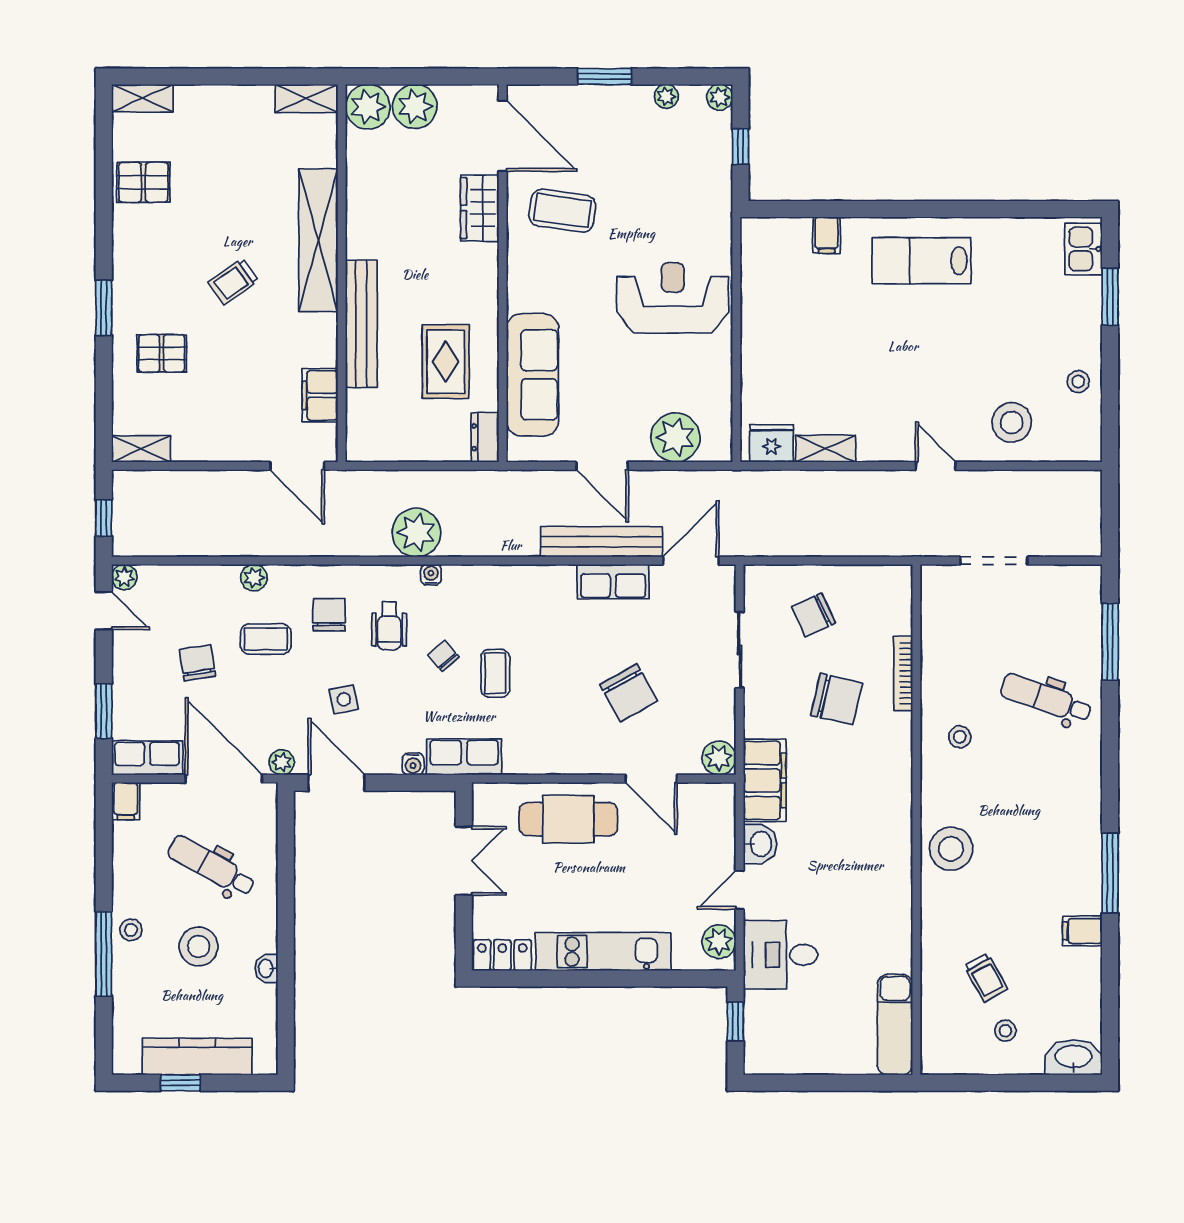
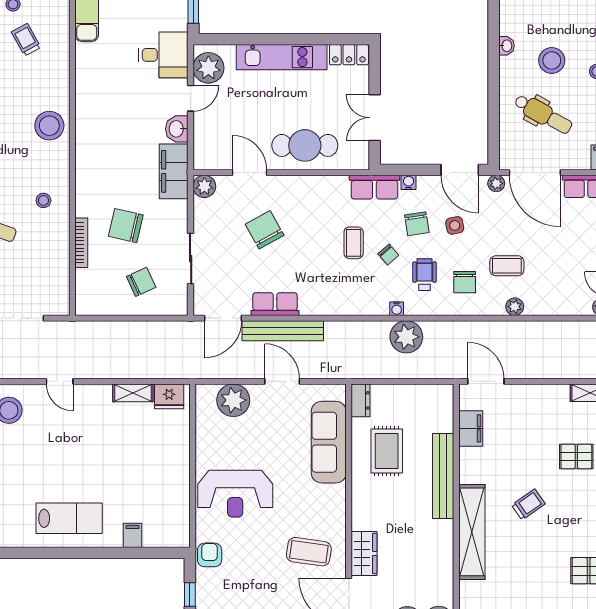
armchair: (711, 206) -> (210, 555), added
chair: (197, 663) -> (417, 224), moved
plant: (719, 942) -> (208, 68), width x1.36, depth x1.36

